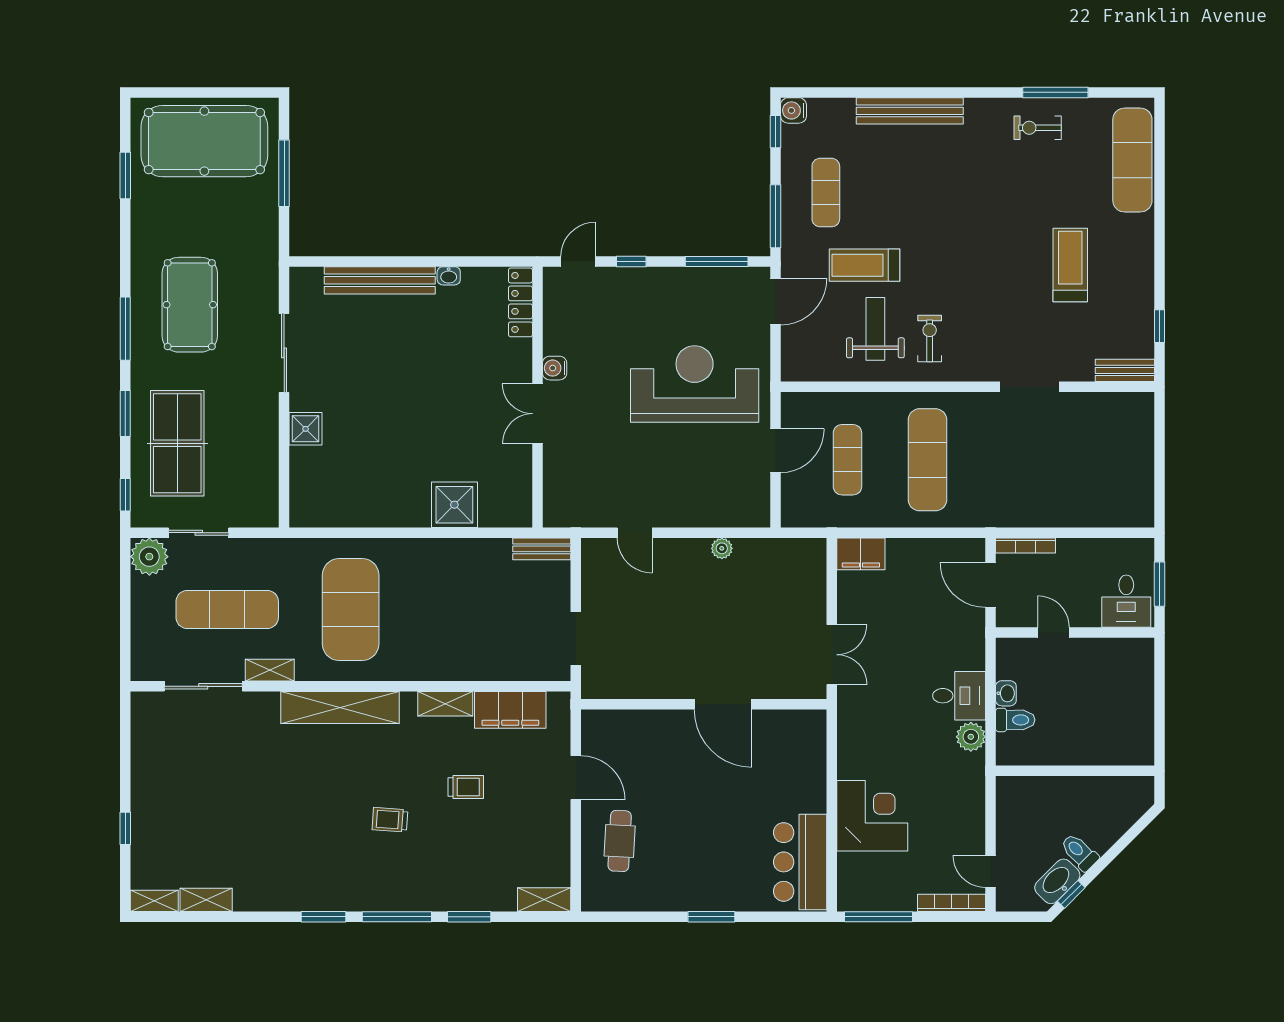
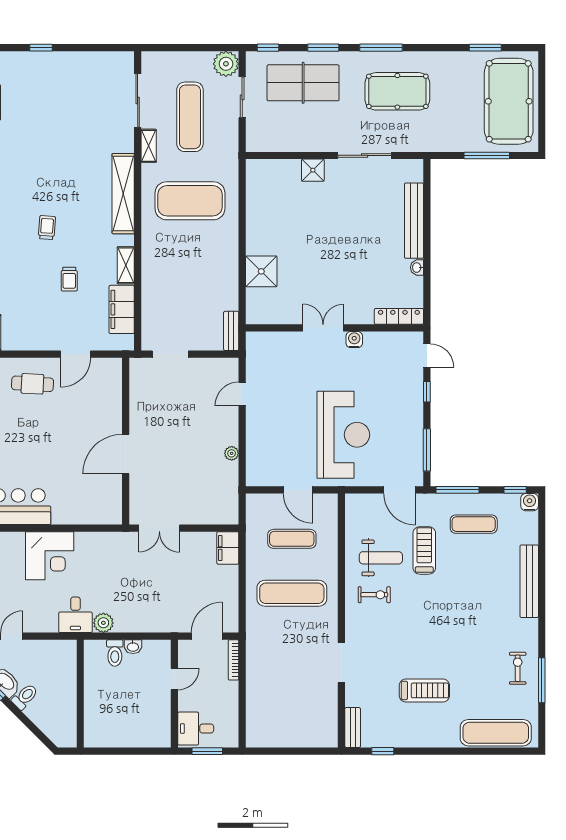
desk: (959, 696) -> (75, 615), moved

